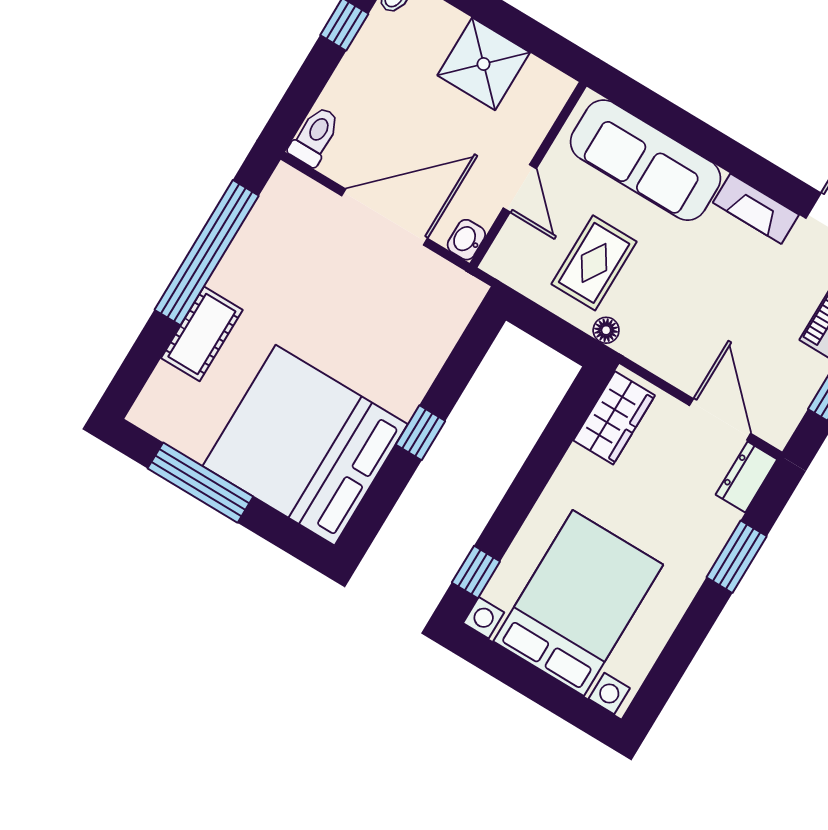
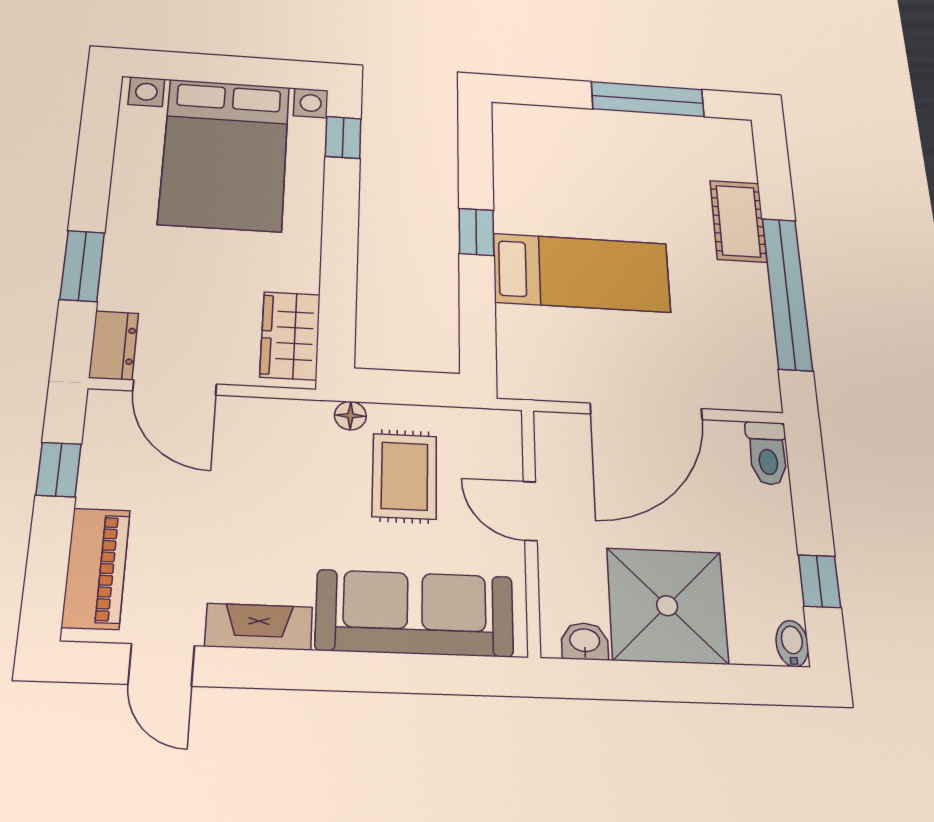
shower: (484, 64) -> (667, 606), width x1.37, depth x1.37
washbasin: (466, 240) -> (585, 641), moved, turned -90
bed: (305, 445) -> (582, 273), moved, width x0.49

